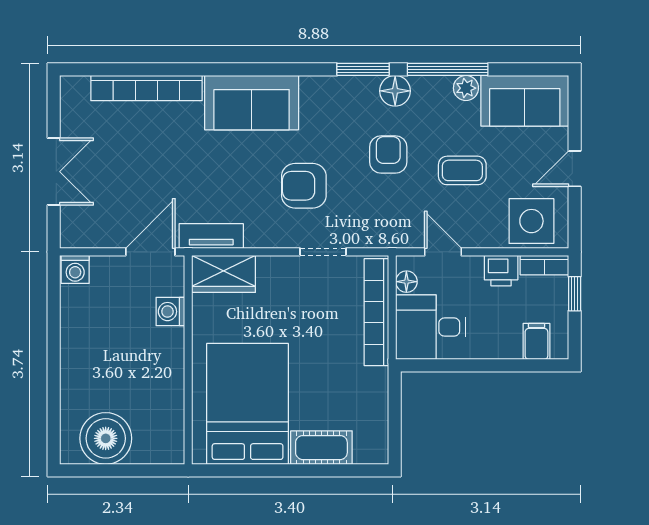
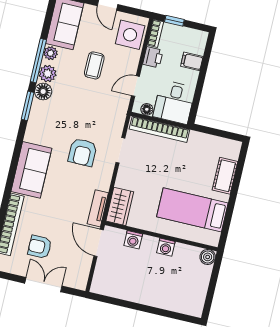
plant: (429, 91) -> (48, 74), added
armchair: (388, 154) -> (40, 247), moved
washing machine: (75, 269) -> (166, 247), moved, turned 90
filing cabinet: (536, 341) -> (192, 61), moved
bed: (248, 404) -> (192, 210), width x0.67
boiler: (106, 438) -> (208, 257), moved, width x0.54, depth x0.54

